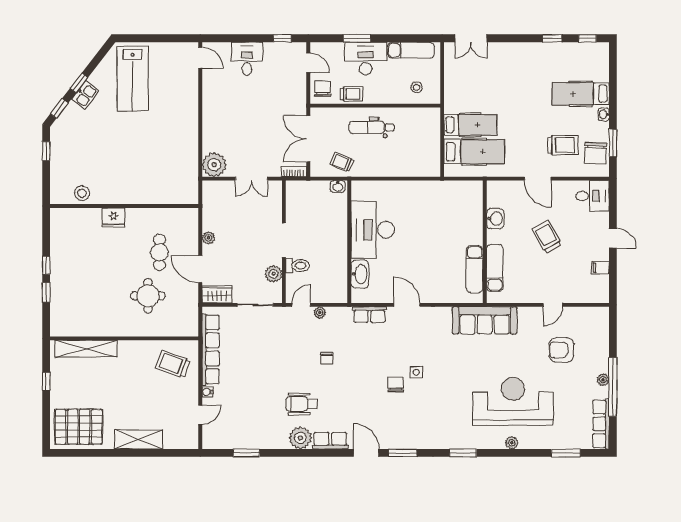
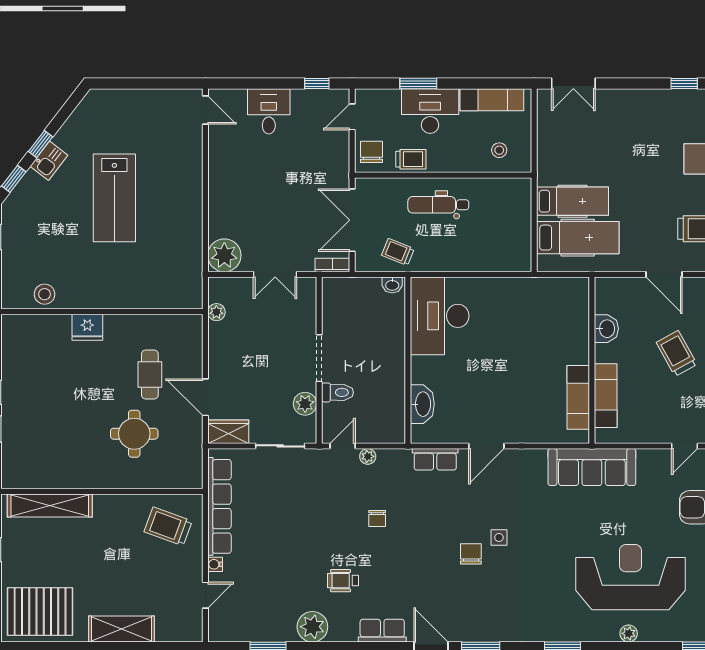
door: (308, 63) -> (352, 117), swing flipped
lab bench: (133, 79) -> (114, 198), moved
desk: (373, 230) -> (440, 316), moved
plant: (208, 238) -> (216, 312), moved
door: (407, 305) -> (486, 446), swing flipped
wheelchair: (302, 404) -> (343, 581), width x0.73, depth x0.73
plant: (300, 438) -> (312, 627), moved

